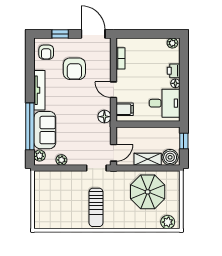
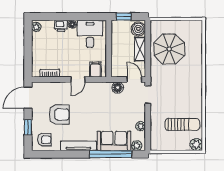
floor lamp: (104, 117) -> (118, 88), moved
sun lounger: (96, 207) -> (182, 124), moved
plant: (168, 222) -> (196, 144), moved

